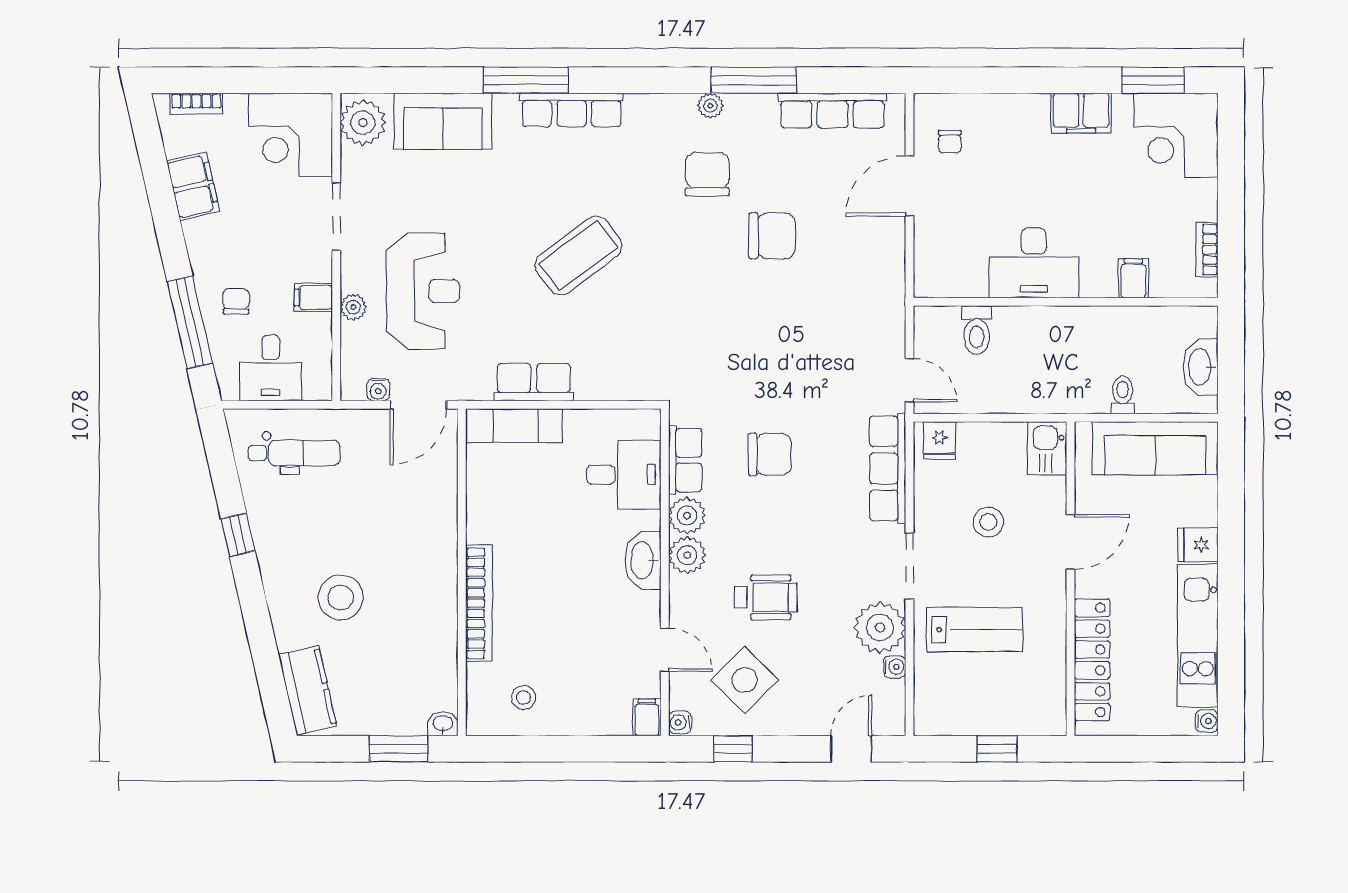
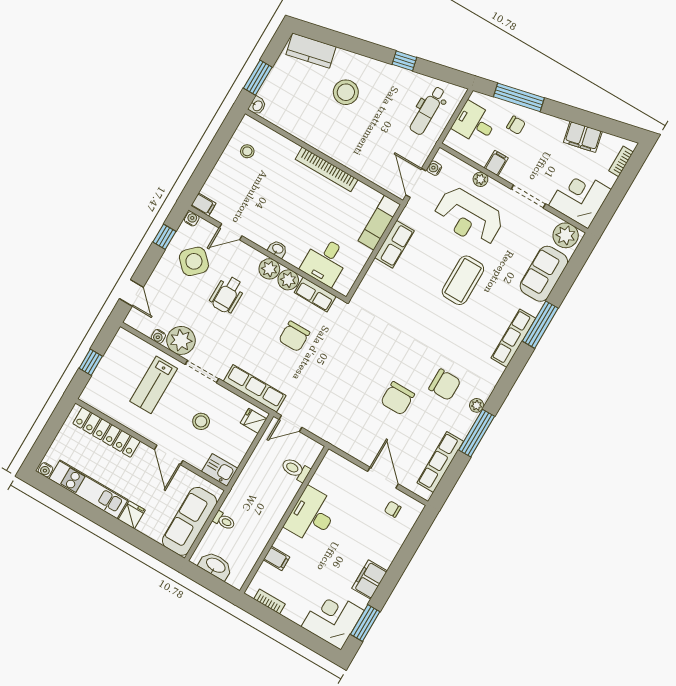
coffee table: (579, 256) -> (463, 280), moved, turned 37
washbasin: (643, 560) -> (278, 249), width x0.52, depth x0.69
bookcase: (479, 603) -> (327, 169), moved

